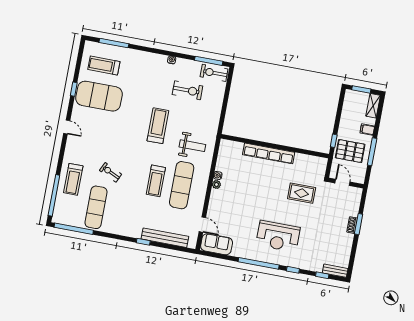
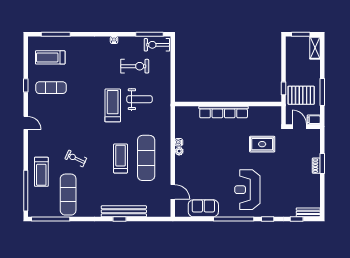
exercise mat: (99, 96) -> (51, 88), width x0.50, depth x0.69
filing cabinet: (367, 130) -> (314, 120), moved
weight bench: (192, 146) -> (139, 99), moved
treadmill: (156, 181) -> (121, 158), turned 180
reception desk: (278, 236) -> (247, 190), turned 90
bench: (165, 238) -> (124, 211), moved
sofa: (217, 244) -> (203, 208), moved

